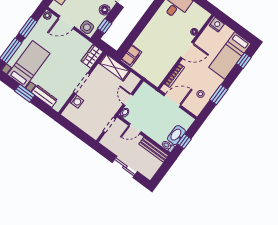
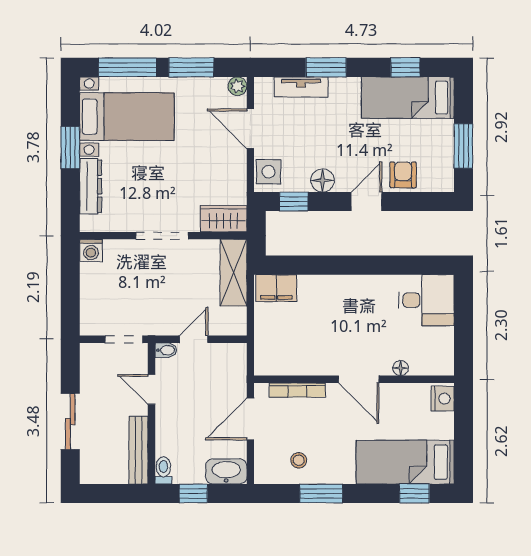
door: (172, 100) -> (250, 419), swing flipped
washing machine: (77, 101) -> (91, 250), moved
washbasin: (176, 135) -> (226, 471), moved

